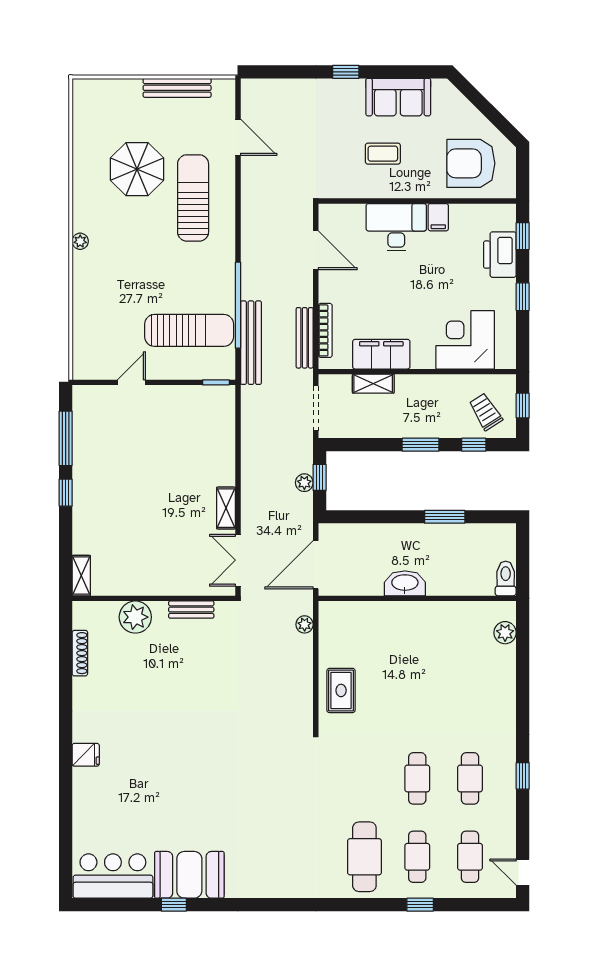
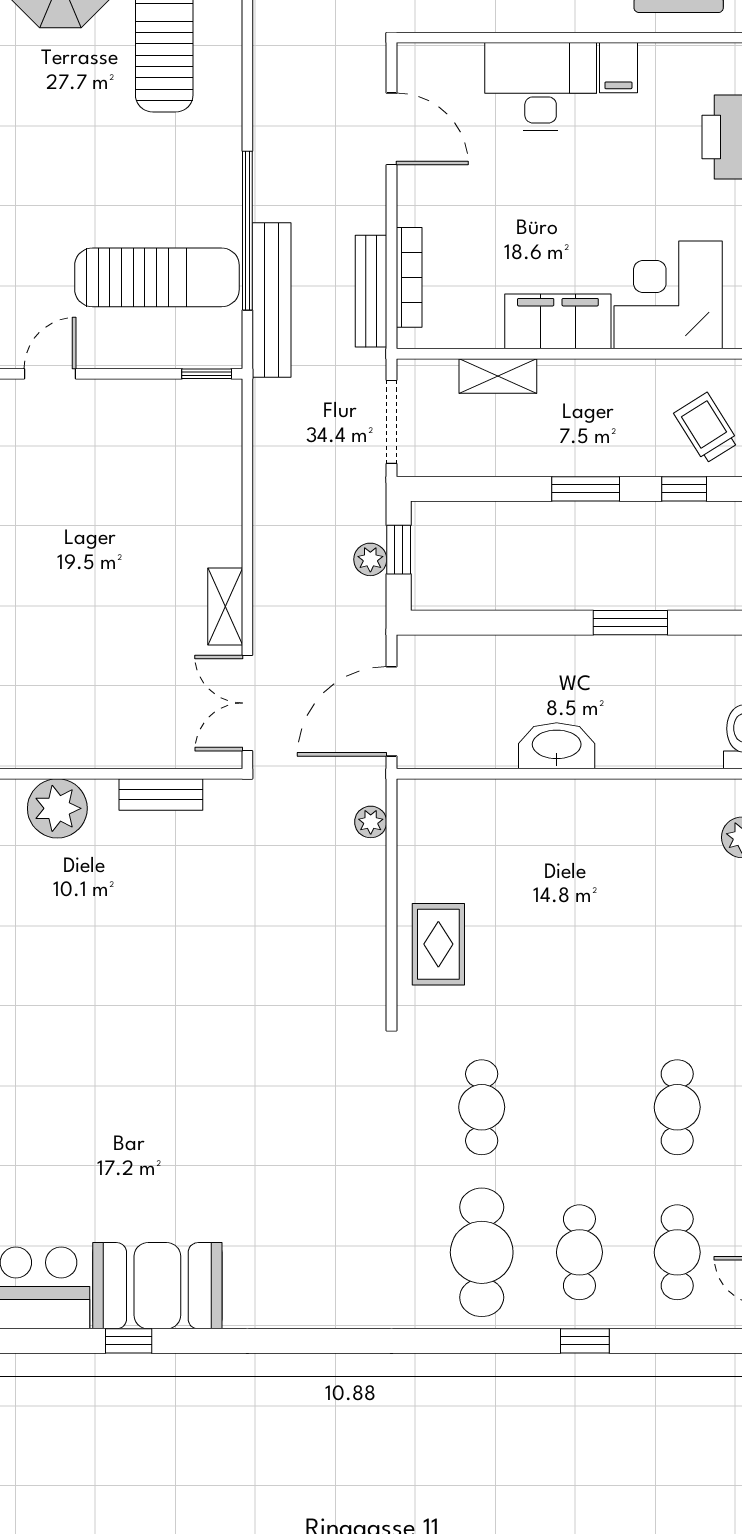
filing cabinet: (381, 354) -> (558, 321), moved
cafe table: (417, 778) -> (482, 1107), moved

